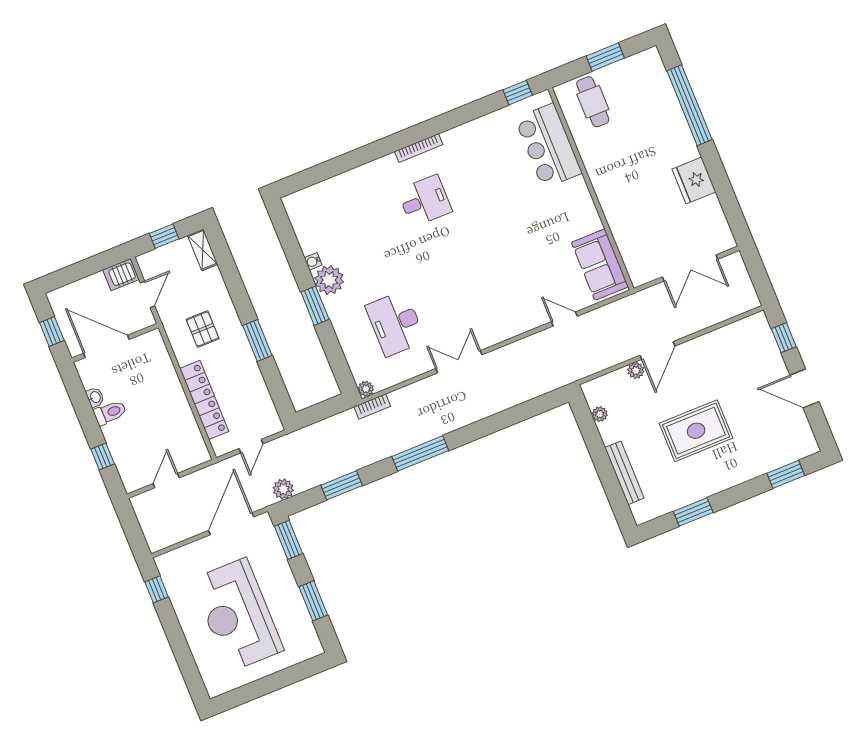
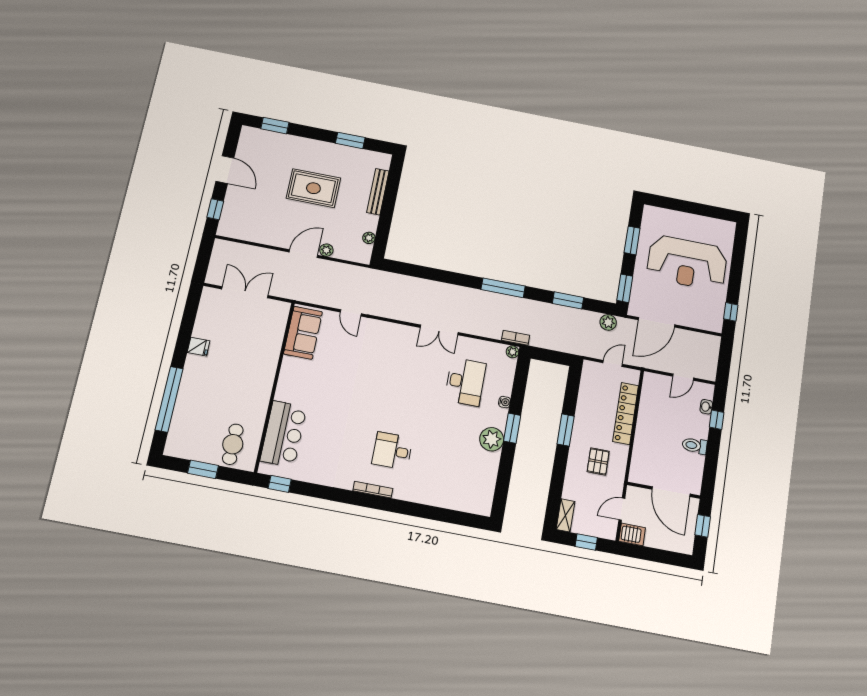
fridge: (694, 181) -> (199, 347), width x0.53, depth x0.75
water cooler: (313, 261) -> (505, 402), moved
washbasin: (95, 397) -> (706, 407), moved
reception desk: (237, 615) -> (687, 263), turned 90

